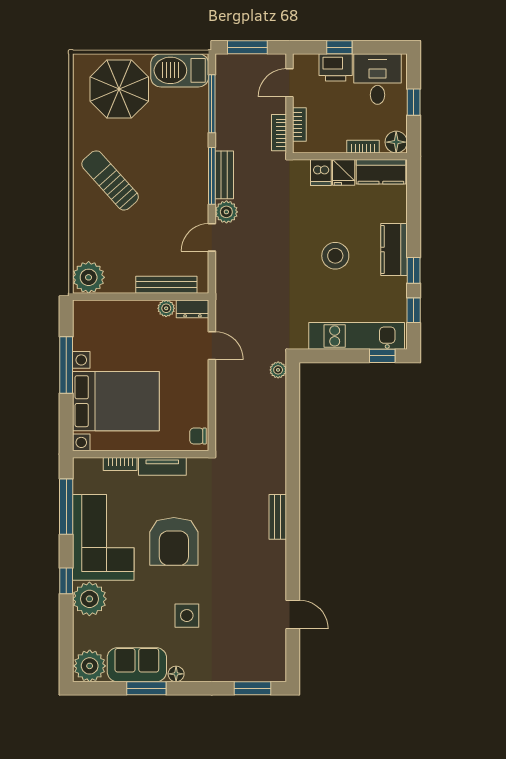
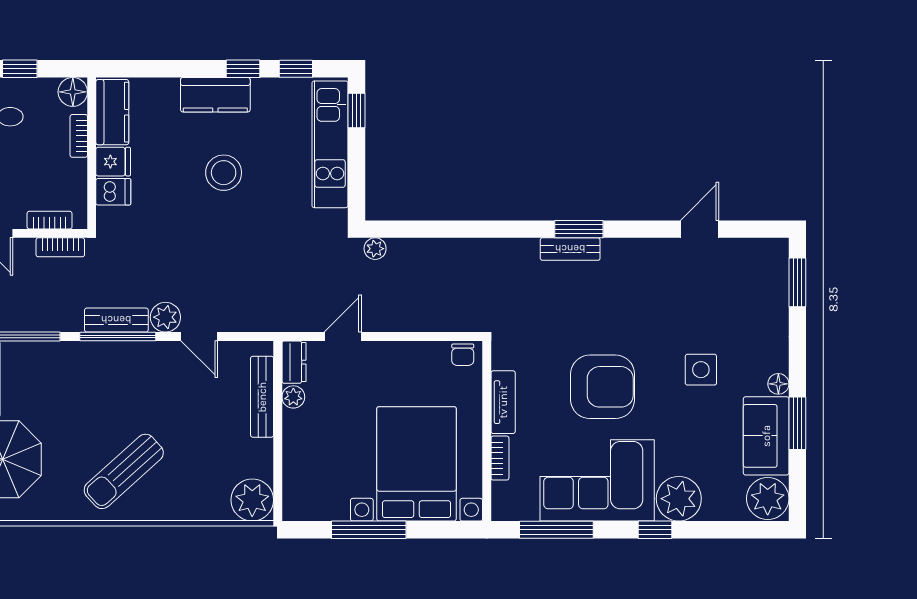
window: (293, 524) -> (579, 229), added

